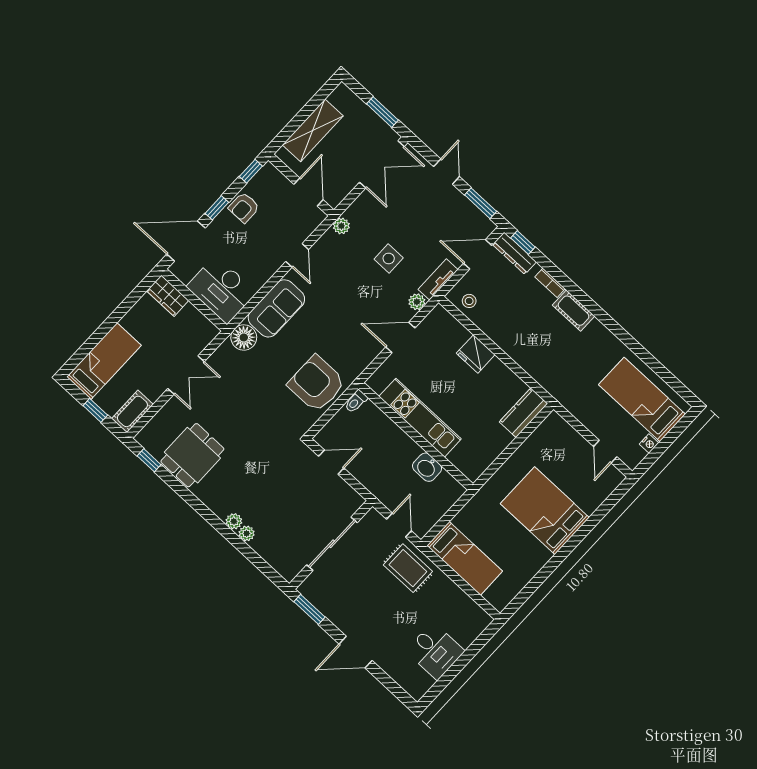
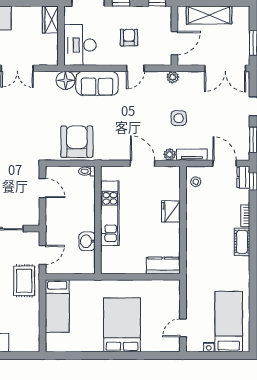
armchair: (244, 207) -> (129, 38), moved, turned 90
dresser: (514, 253) -> (243, 177), width x0.70

